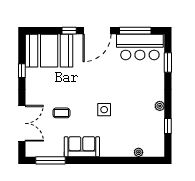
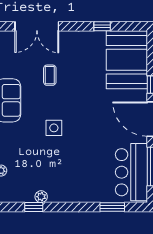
plant: (160, 106) -> (41, 197), moved

